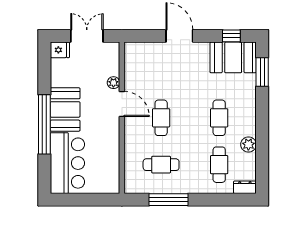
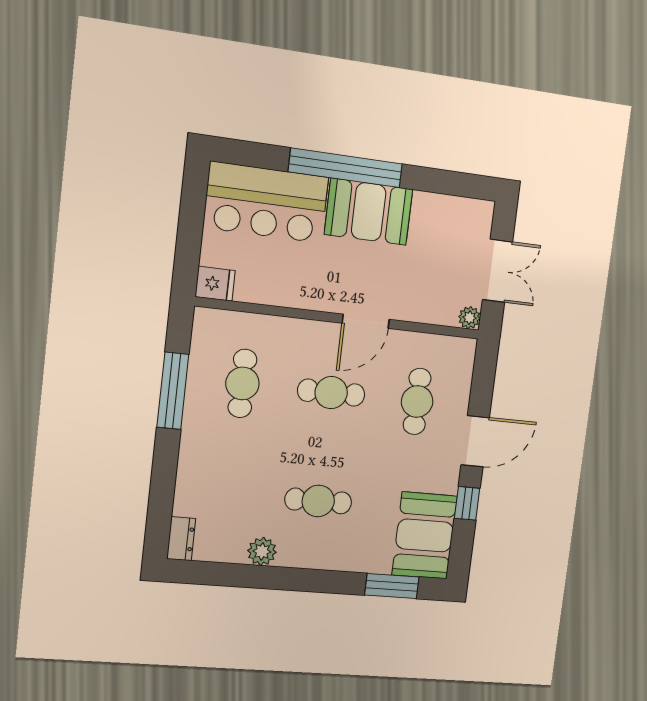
window: (231, 36) -> (467, 503), moved
fridge: (60, 50) -> (215, 284), moved, turned -90
plant: (113, 83) -> (469, 318), moved
cafe table: (219, 165) -> (417, 401), moved, turned 90

